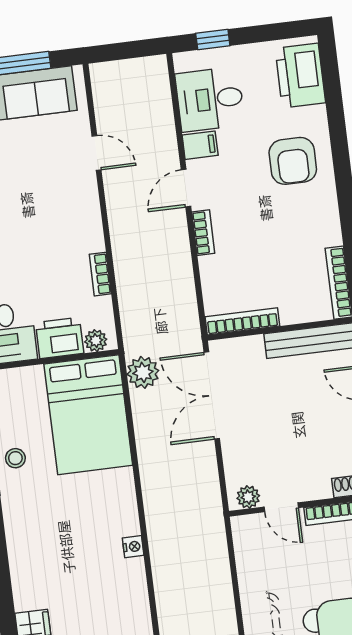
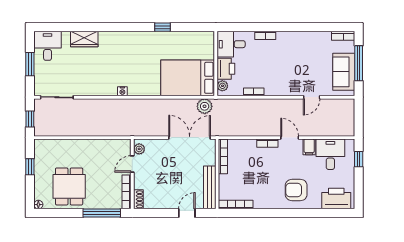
stool: (15, 458) -> (171, 41), removed

